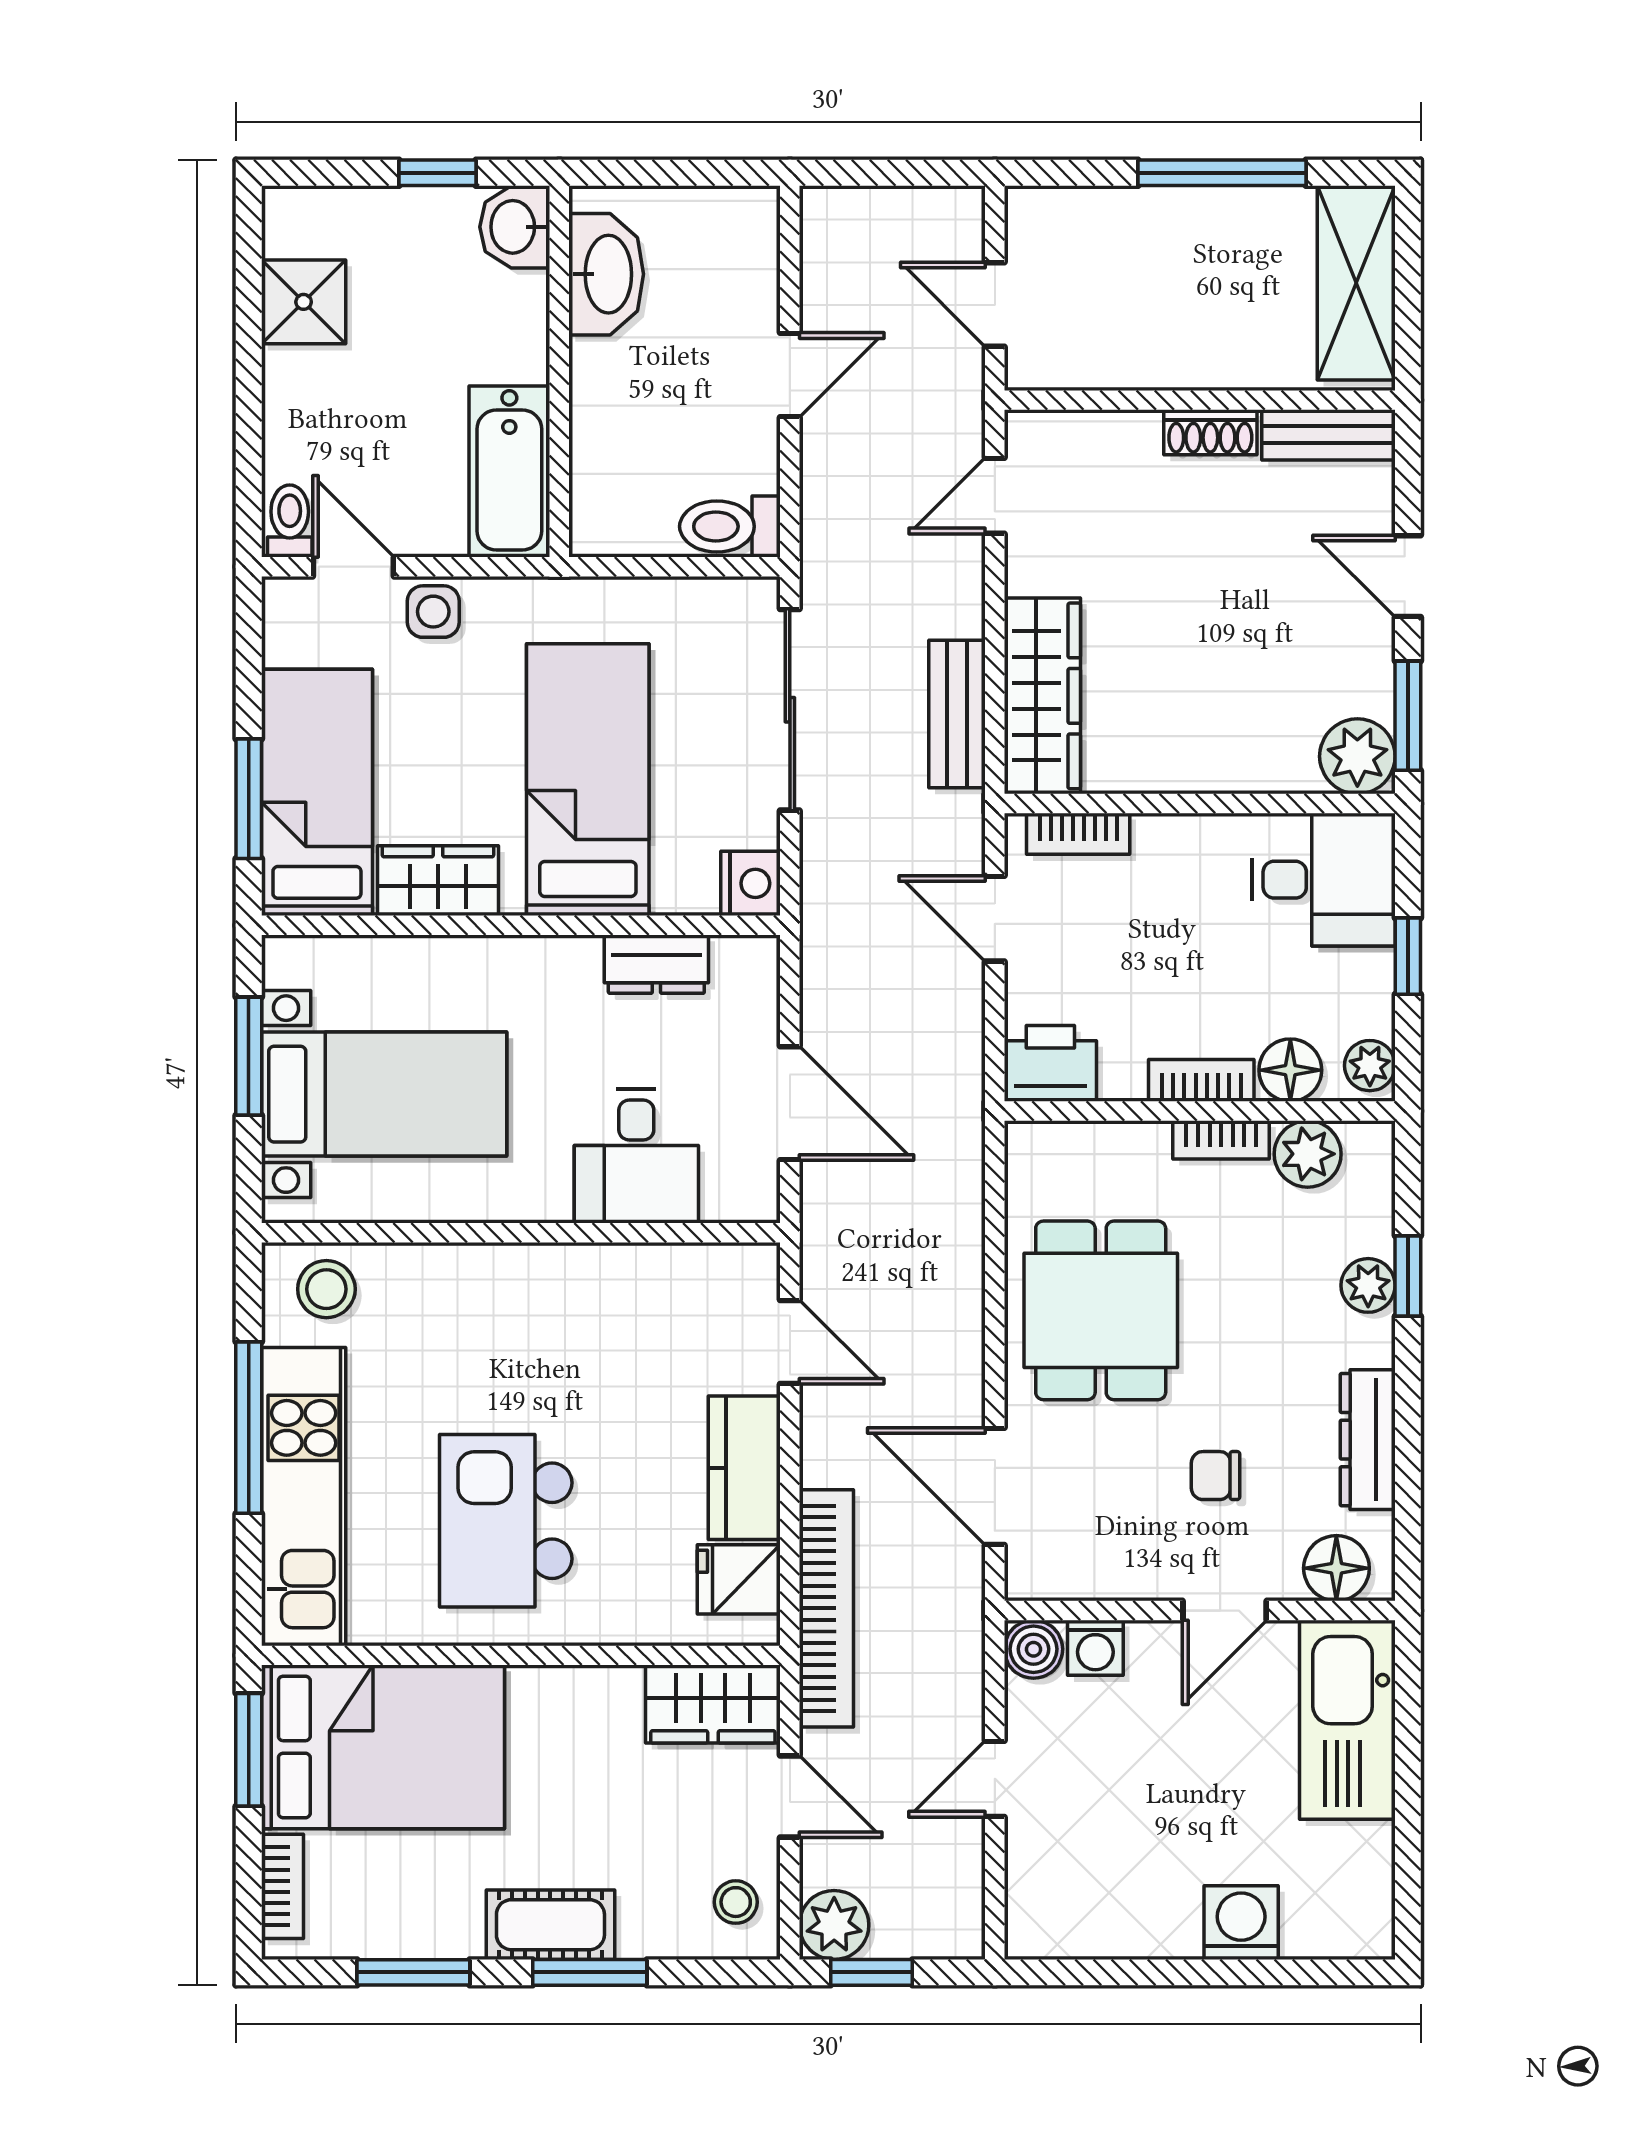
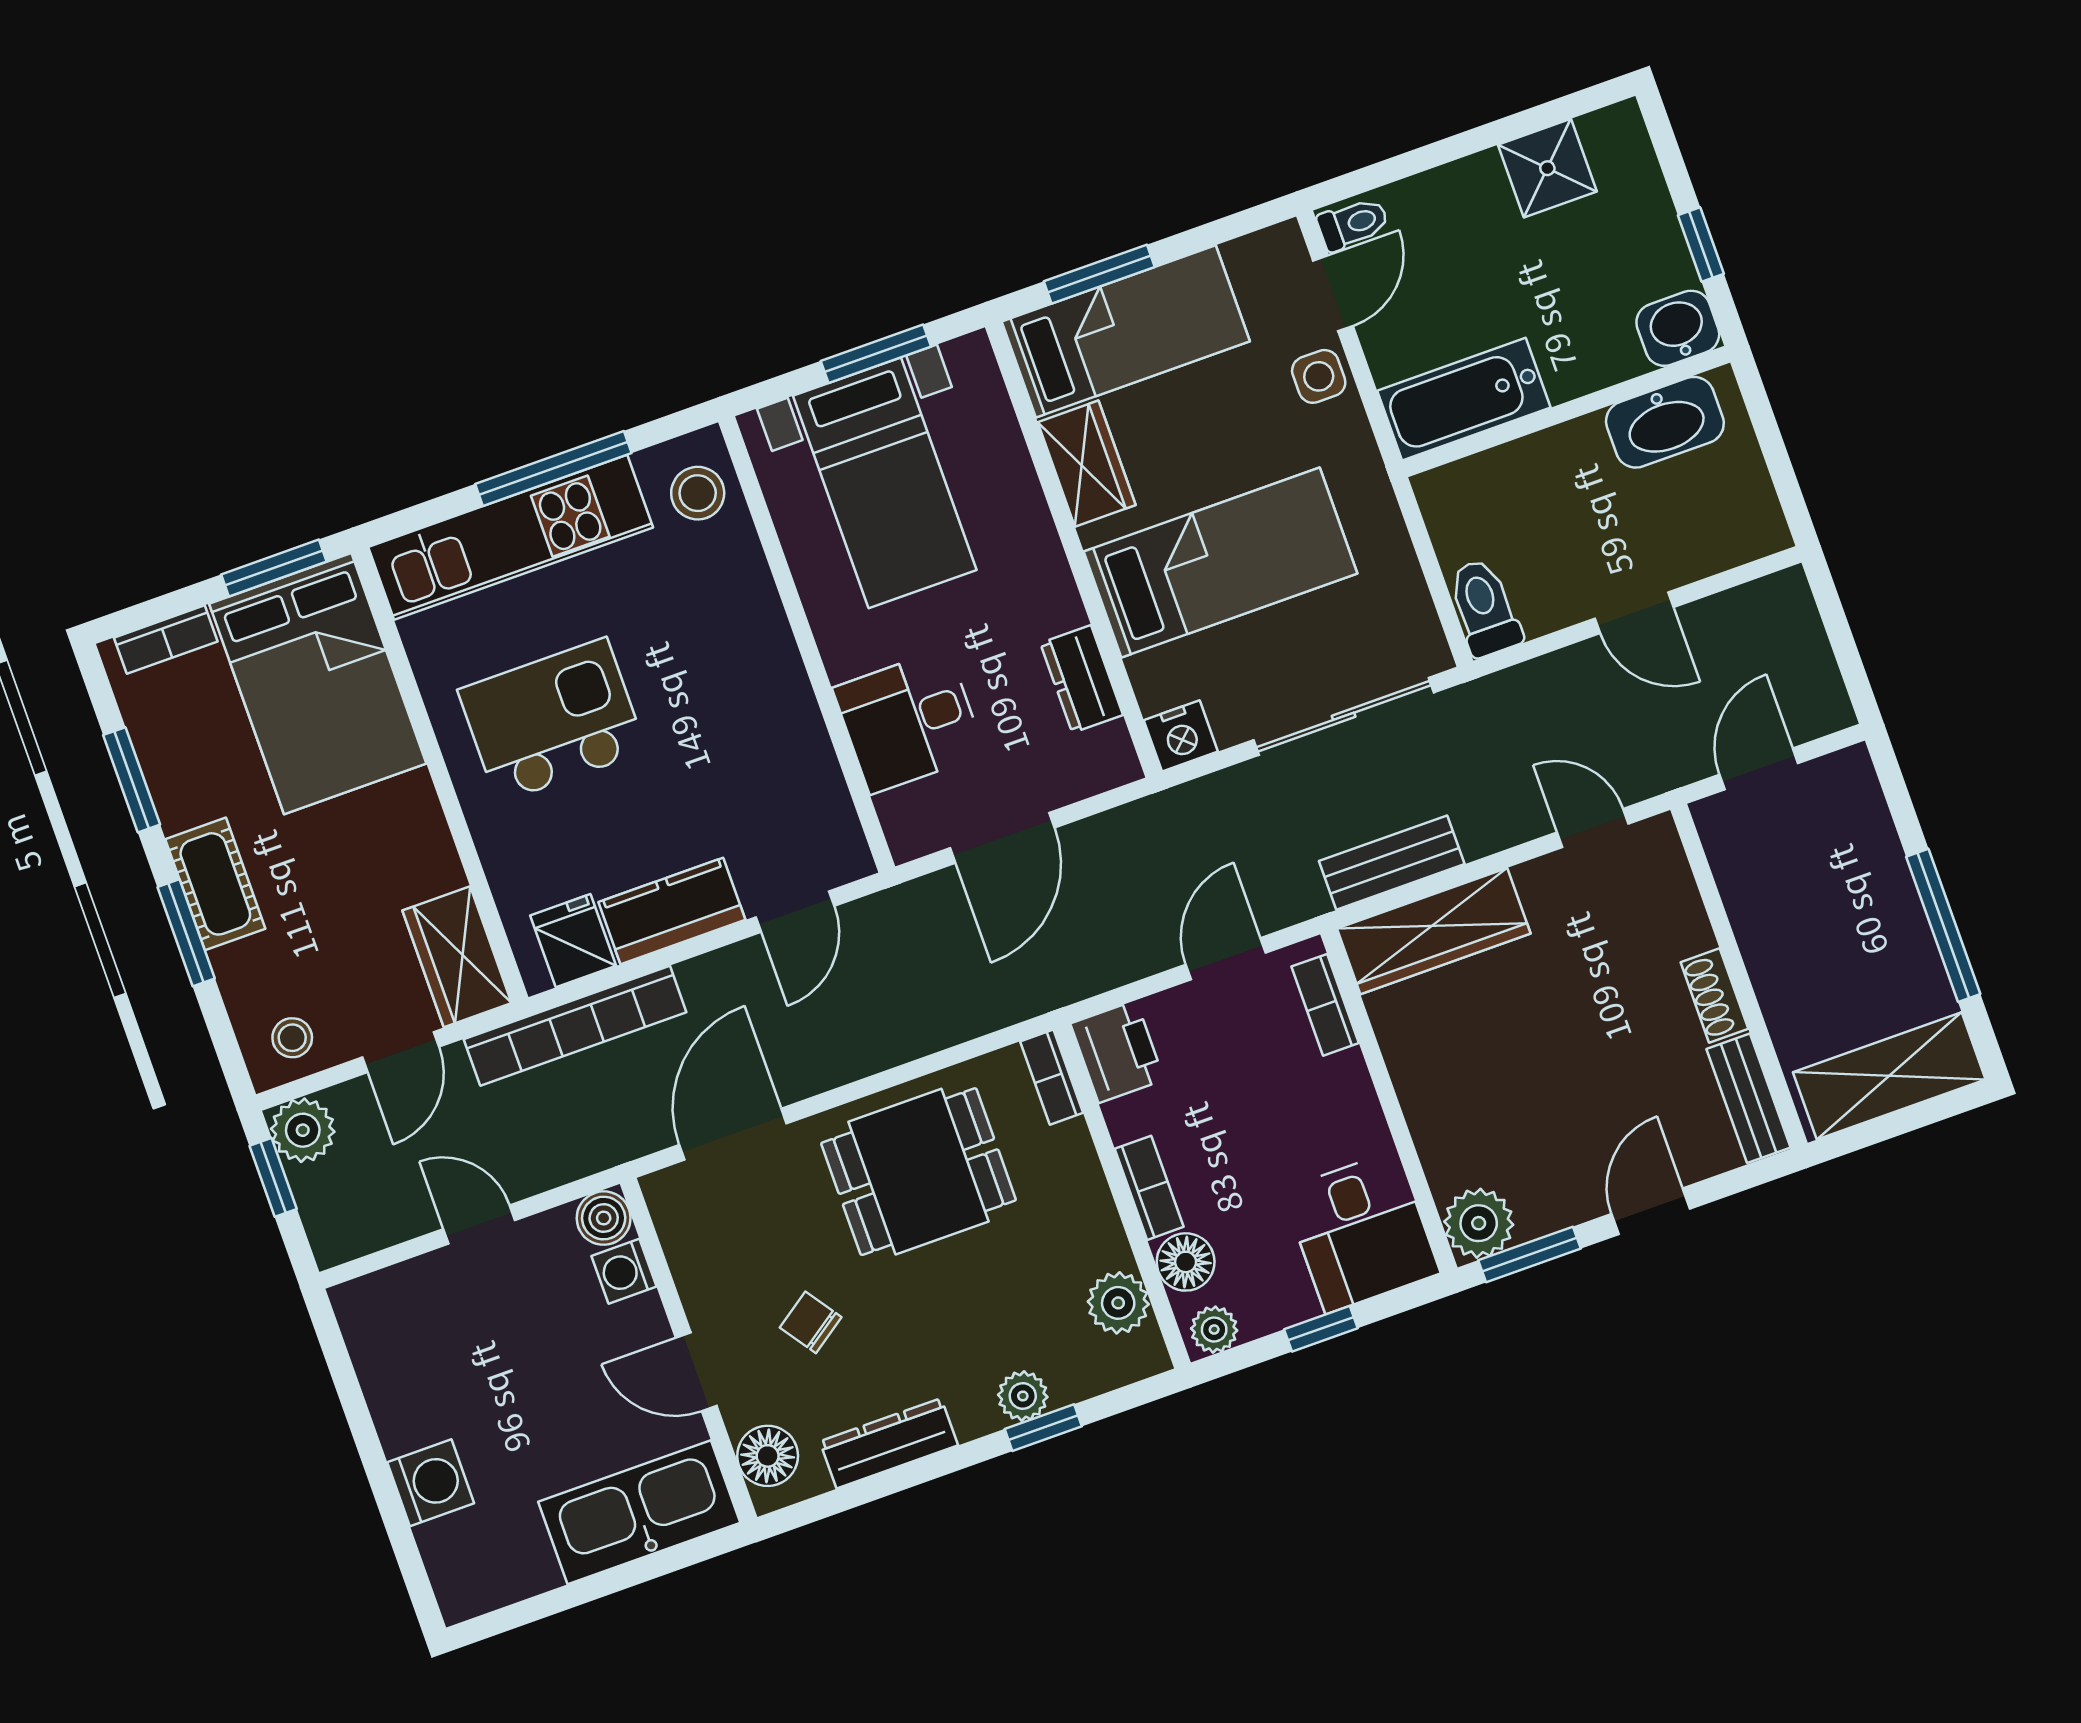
bookcase: (1221, 1140) -> (1052, 1077), moved
chair: (1216, 1476) -> (811, 1322), turned -35

